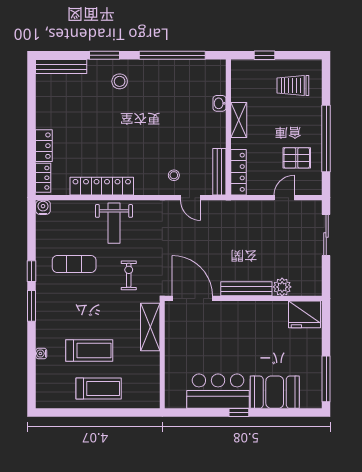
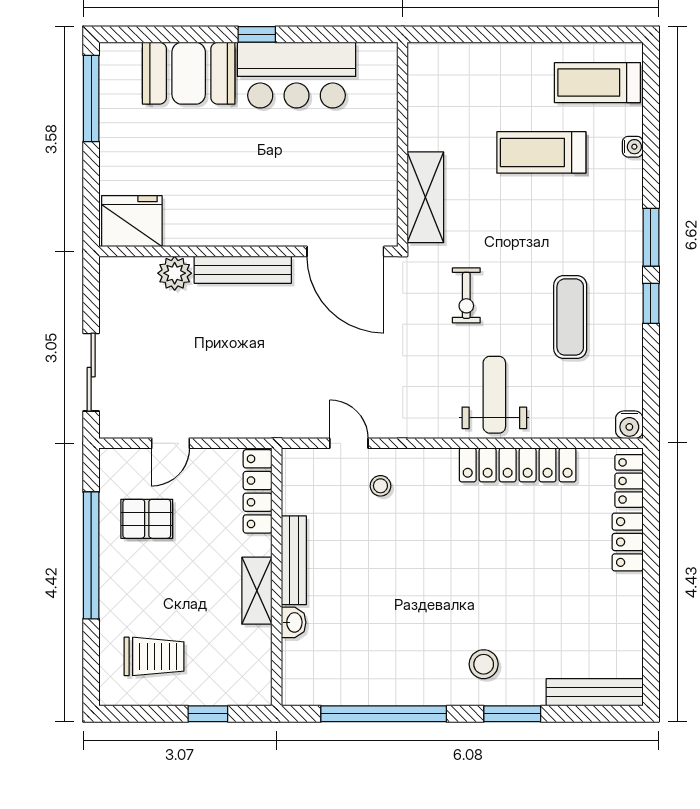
bench: (219, 172) -> (294, 560), moved
exercise mat: (74, 264) -> (570, 317), turned 90
treadmill: (99, 389) -> (597, 83), moved

